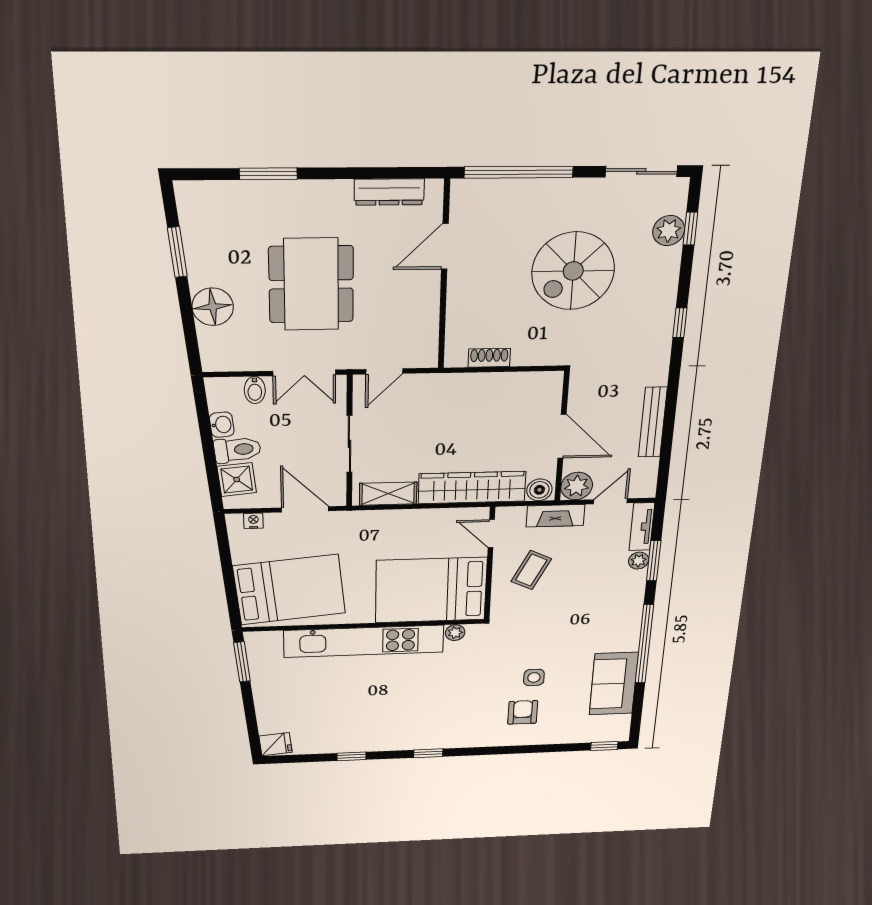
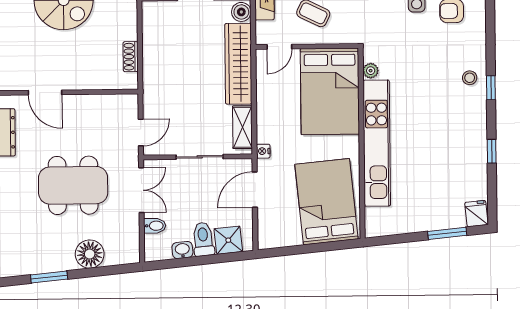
door: (384, 371) -> (141, 133), hinge flipped
nightstand: (253, 521) -> (263, 151), moved
window: (242, 662) -> (447, 233), moved
stool: (441, 732) -> (470, 78), added

